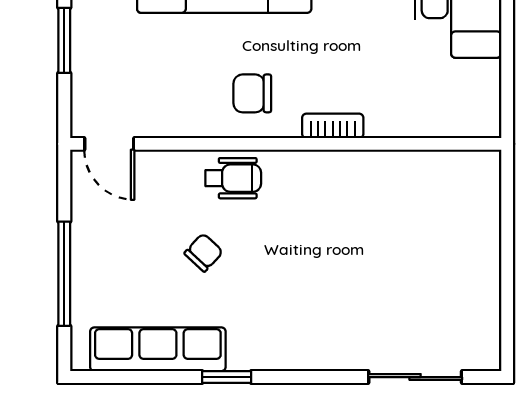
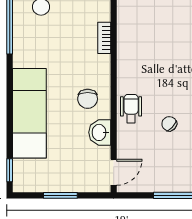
washbasin: (187, 117) -> (100, 132), added
bookcase: (333, 126) -> (104, 38), moved

